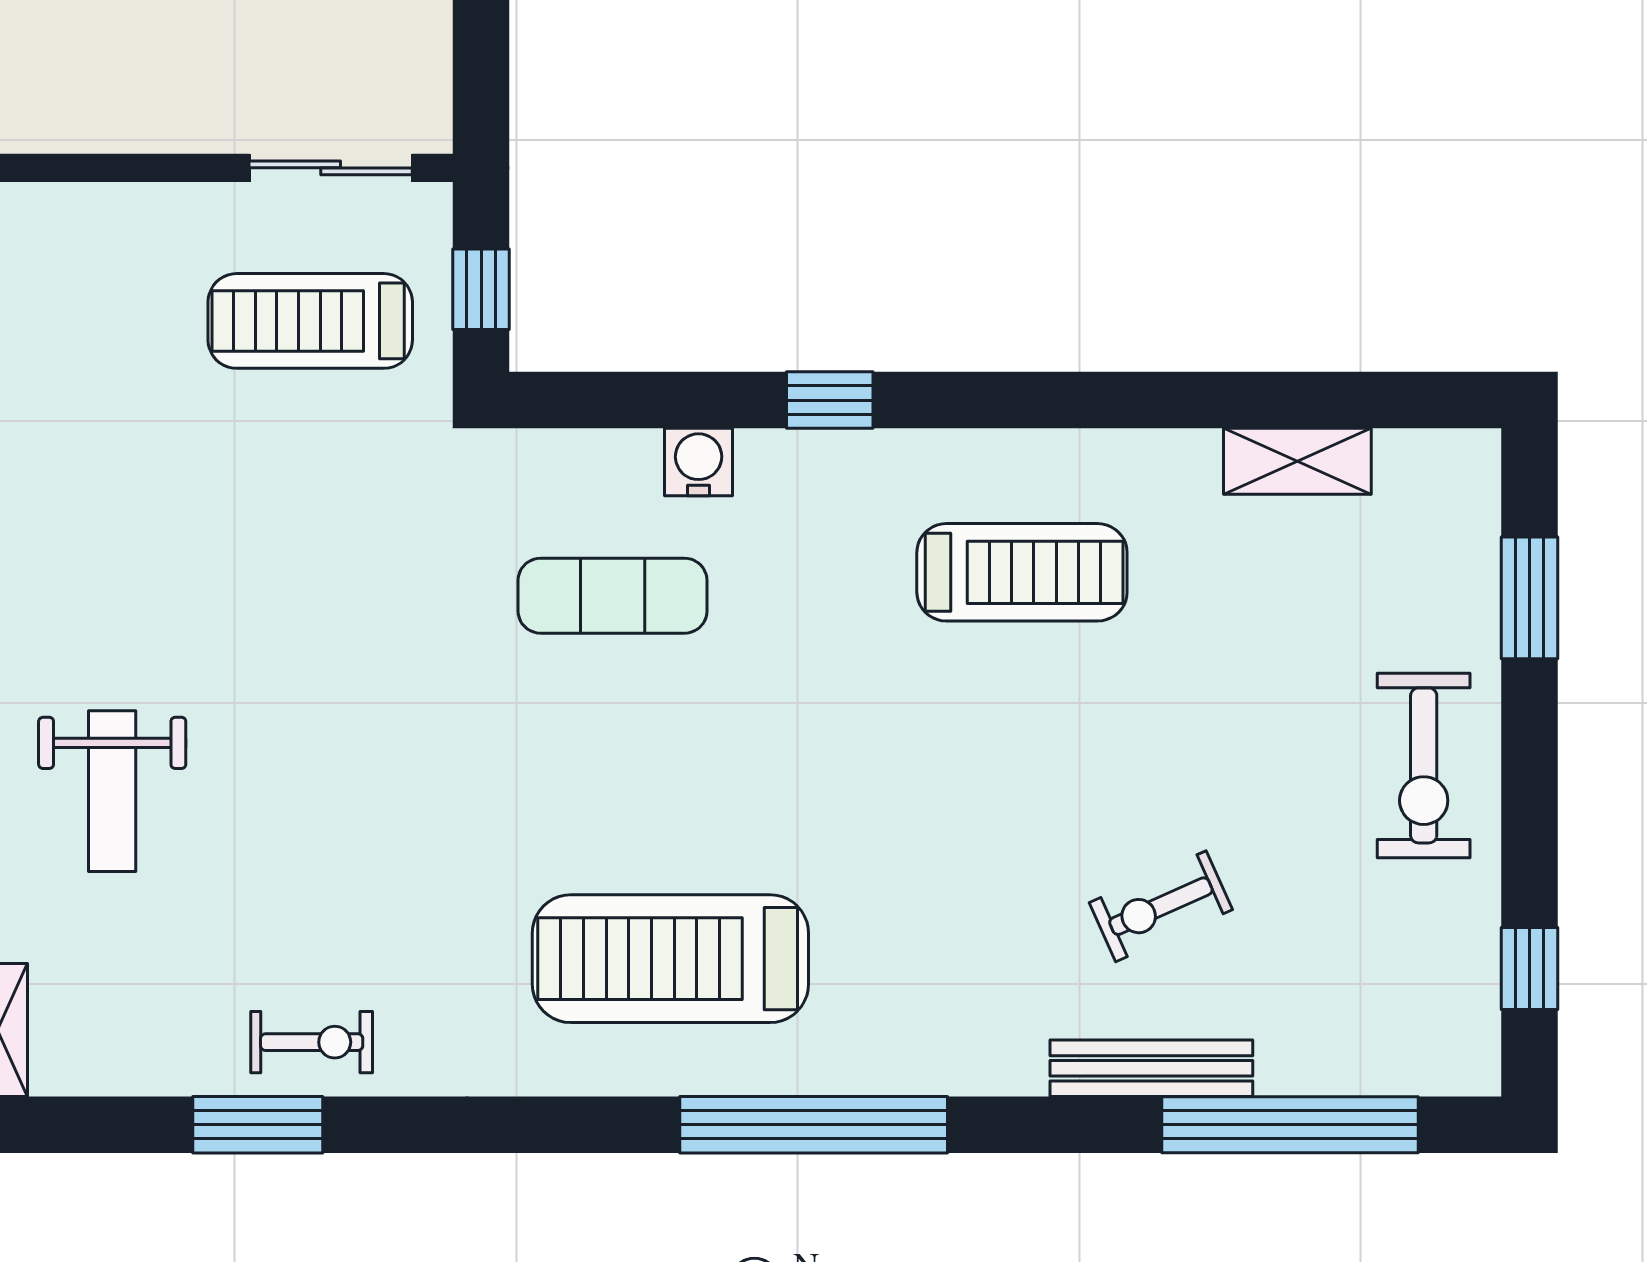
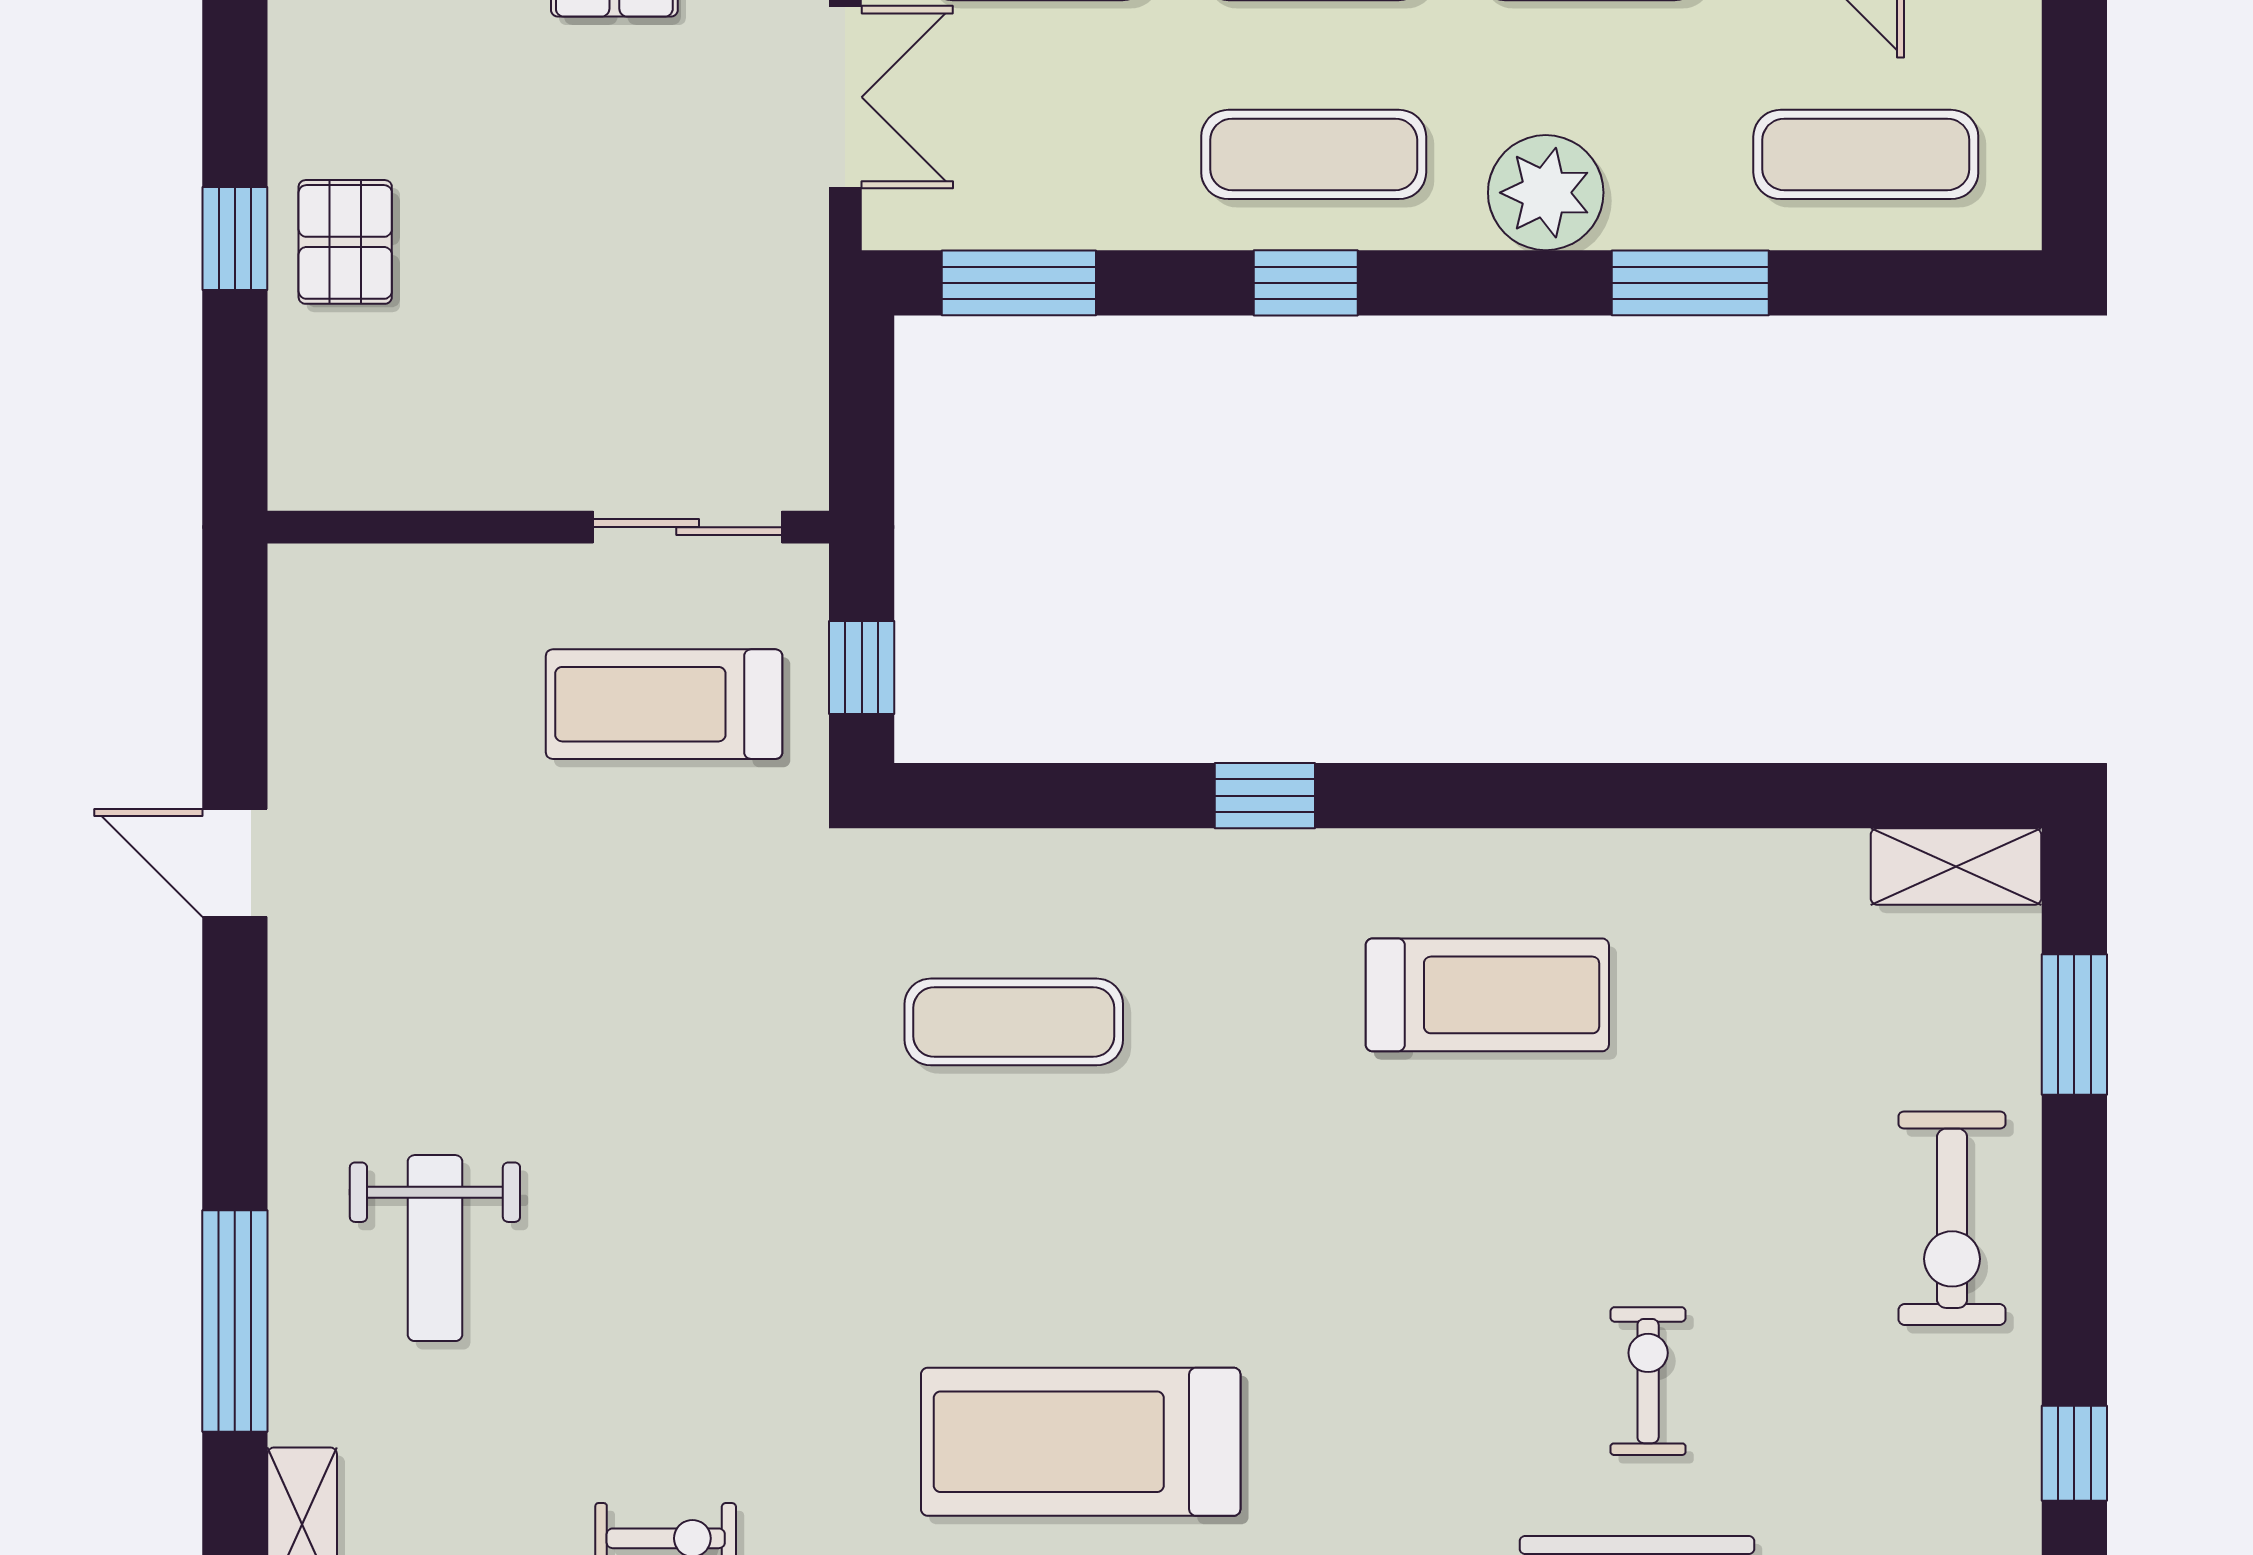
shelving: (1297, 461) -> (1956, 867), moved
water cooler: (699, 462) -> (1113, 867), removed
exercise bike: (1161, 906) -> (1648, 1381), turned 114

